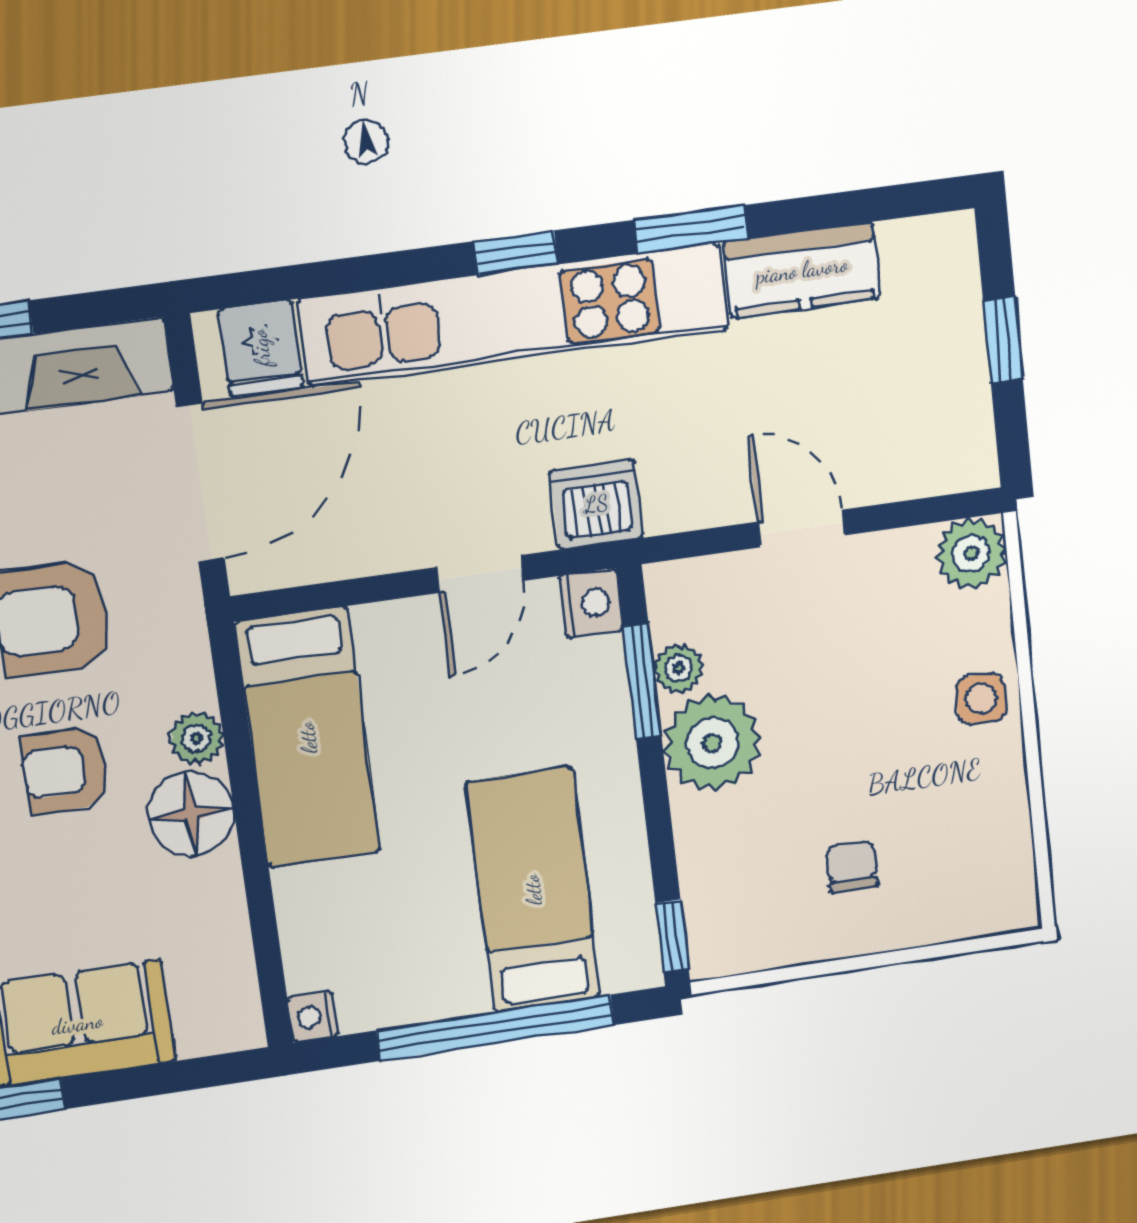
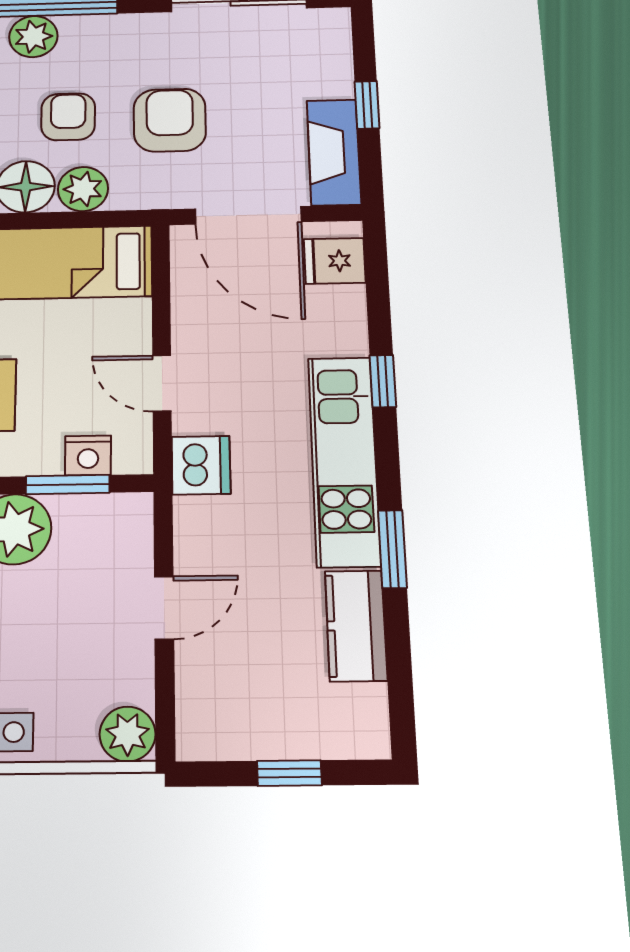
window: (516, 252) -> (383, 381), moved
kitchen unit: (514, 314) -> (344, 461), width x0.73
nightstand: (591, 603) -> (88, 455), moved
plant: (679, 668) -> (74, 511), removed
plant: (196, 738) -> (83, 189), width x1.38, depth x1.38

